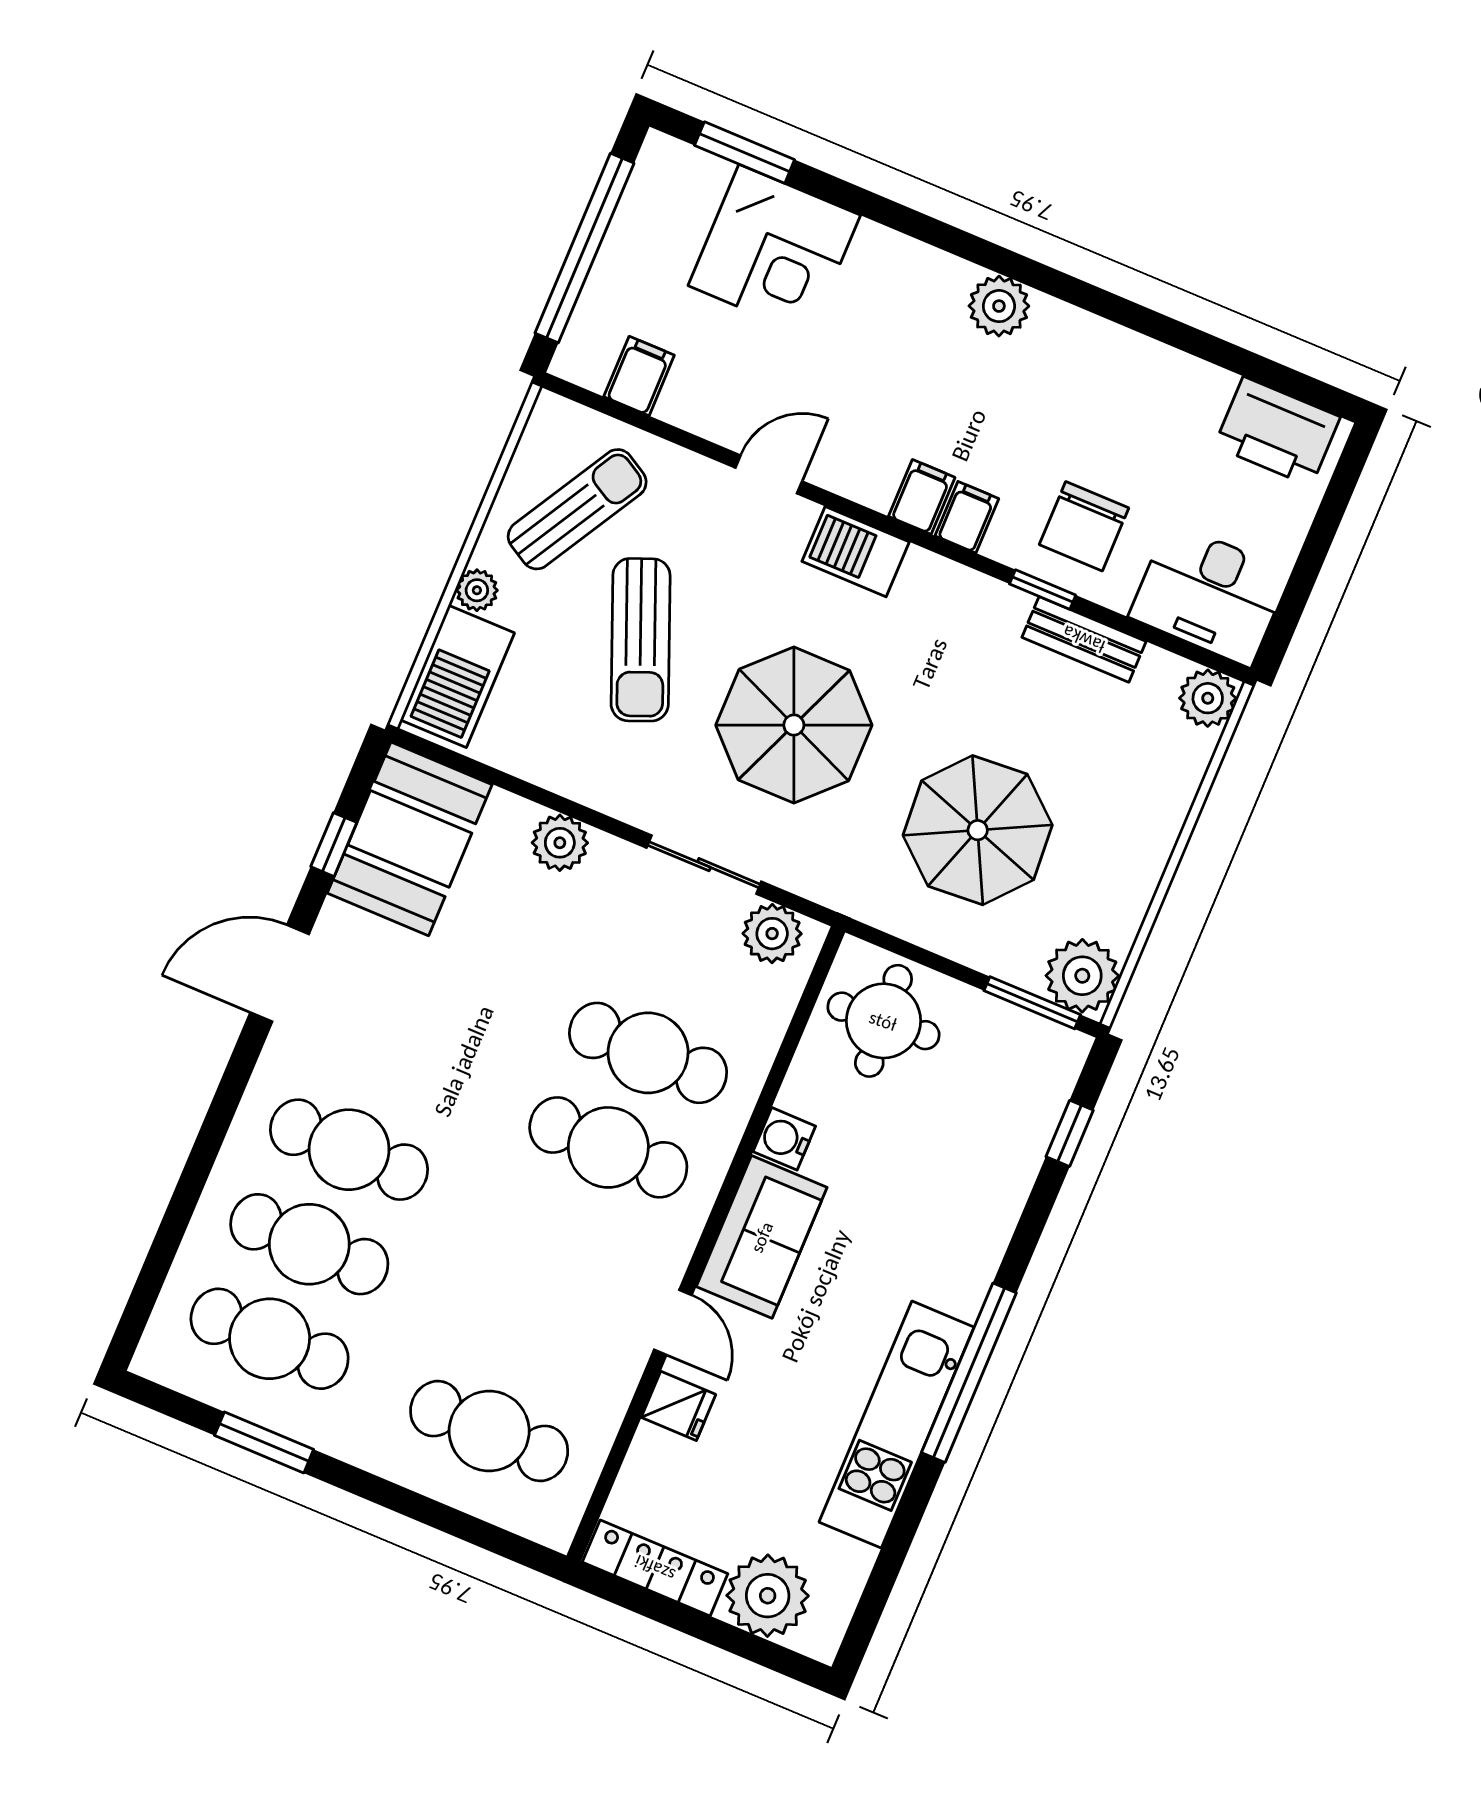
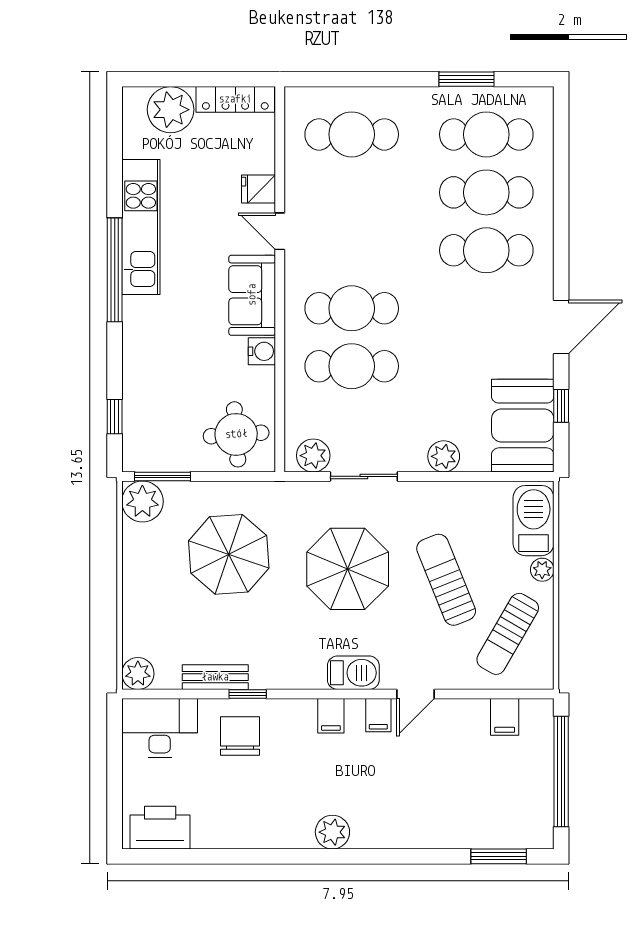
corner desk: (774, 250) -> (462, 812), removed
filing cabinet: (967, 517) -> (378, 715), moved

